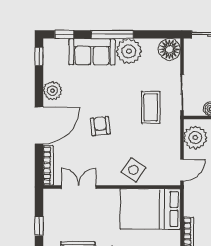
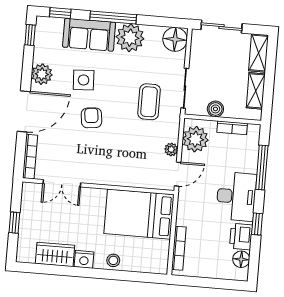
plant: (174, 149) -> (171, 149), added
side table: (134, 170) -> (84, 80), moved, turned -37
double door: (79, 187) -> (62, 183), swing flipped

